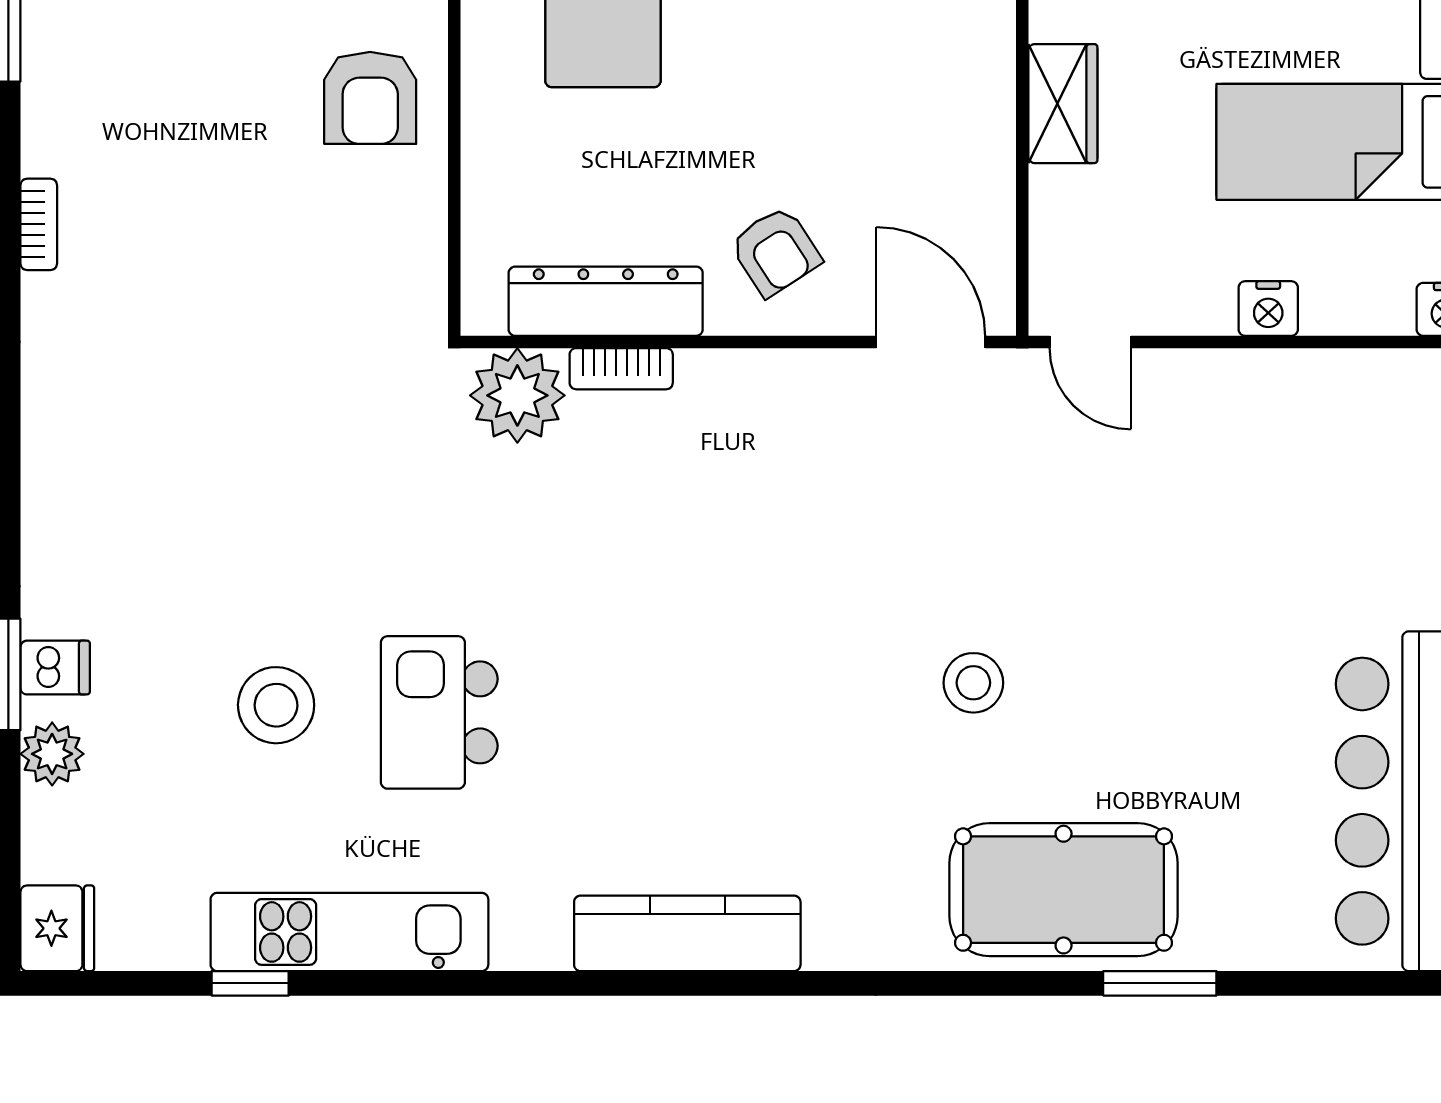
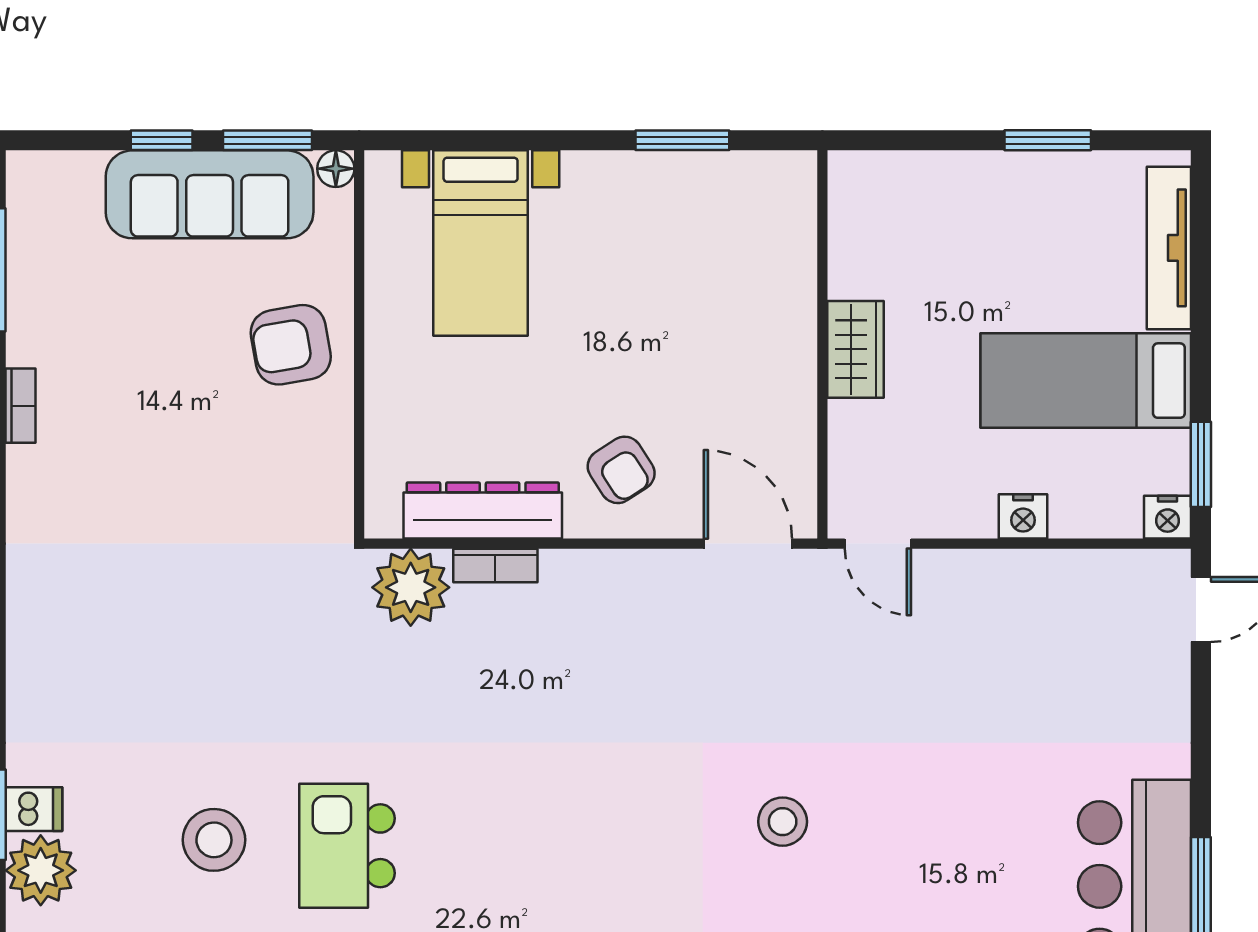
armchair: (370, 98) -> (291, 345), turned 80
bookcase: (39, 224) -> (20, 406), moved
plant: (52, 754) -> (41, 870), width x1.36, depth x1.36

